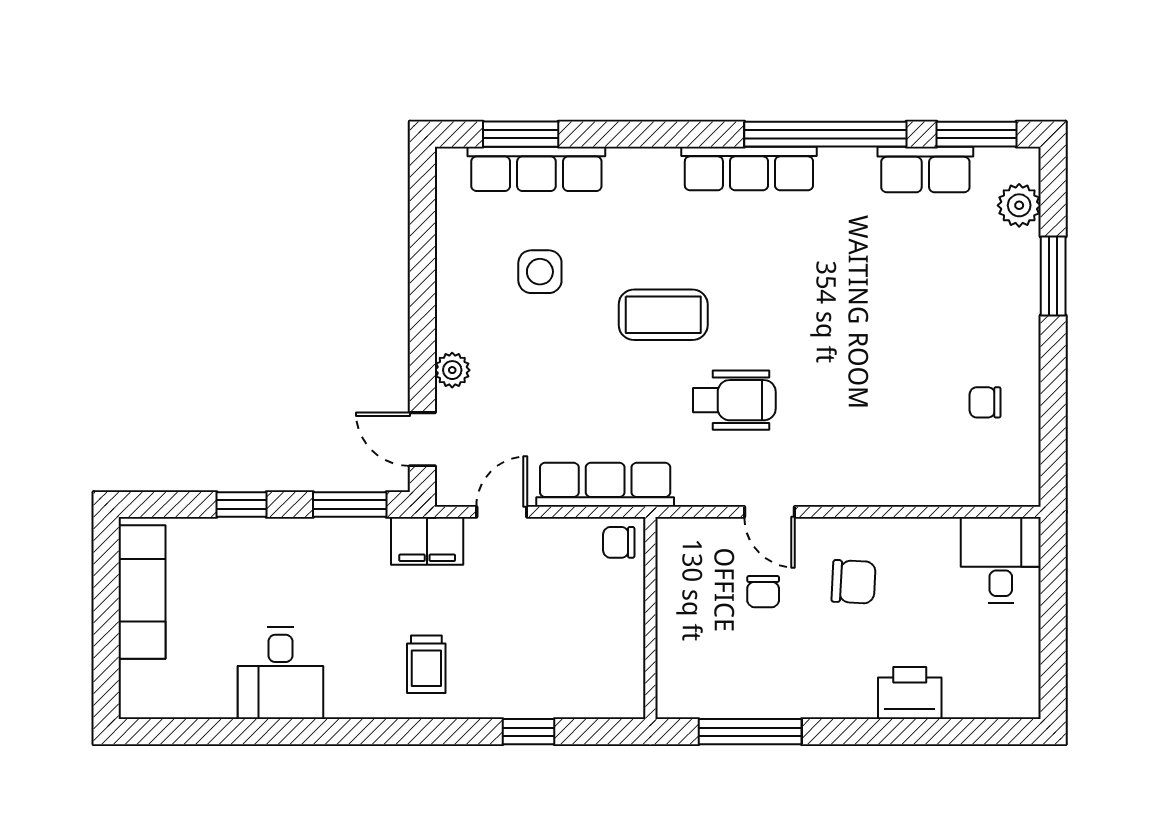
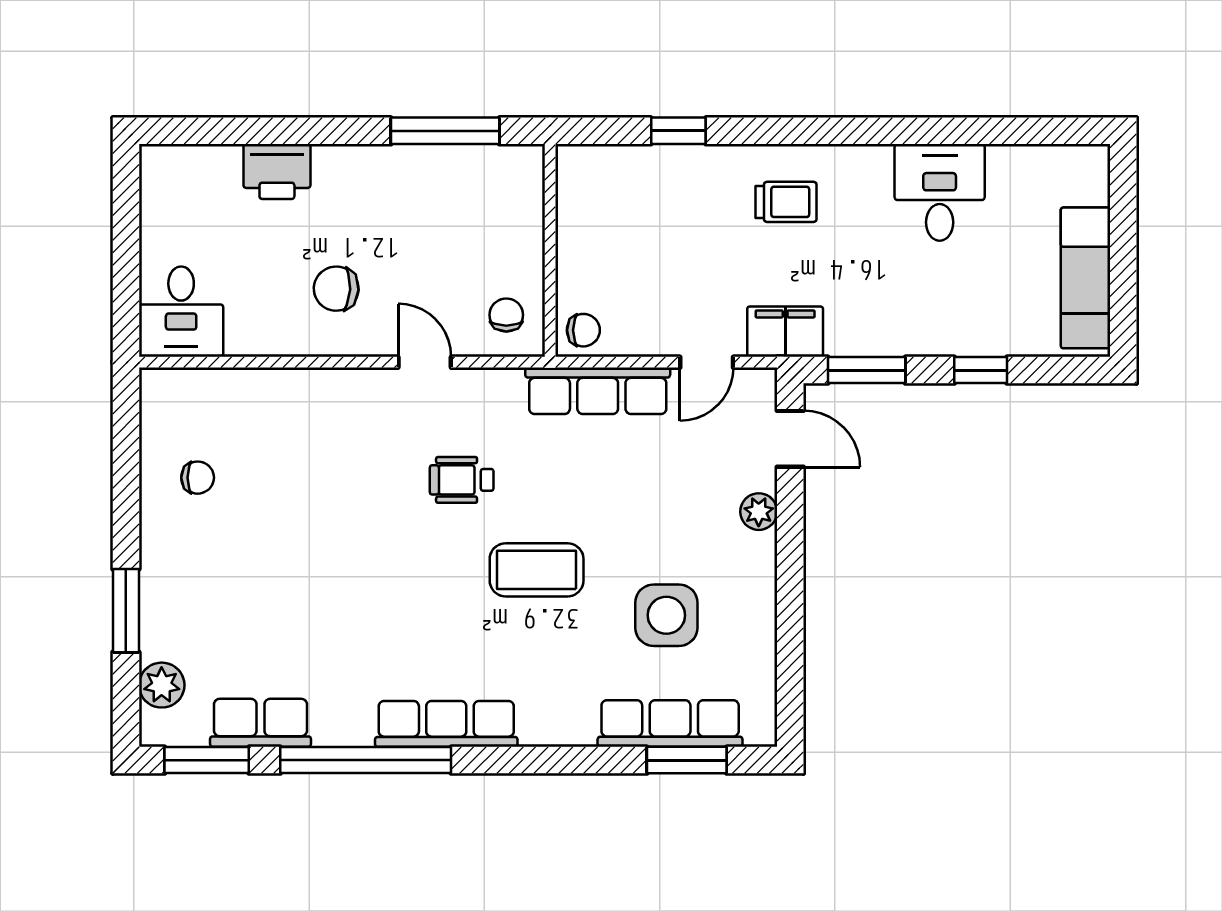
side table: (540, 272) -> (666, 615), width x1.37, depth x1.37
wheelchair: (734, 400) -> (462, 480), width x0.73, depth x0.73
chair: (763, 592) -> (506, 315), moved
trolley: (426, 664) -> (786, 202), turned 90

